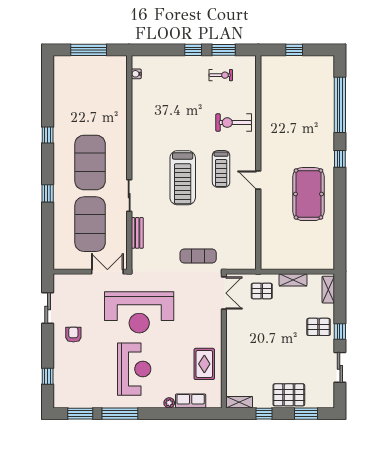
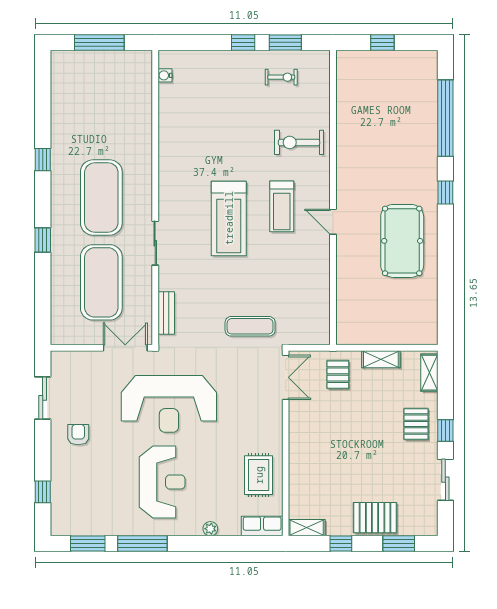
bench: (137, 233) -> (166, 313), moved
pallet: (262, 291) -> (338, 375), turned 90
pallet: (319, 327) -> (416, 424), turned 90
row of seats: (191, 401) -> (262, 526), moved

